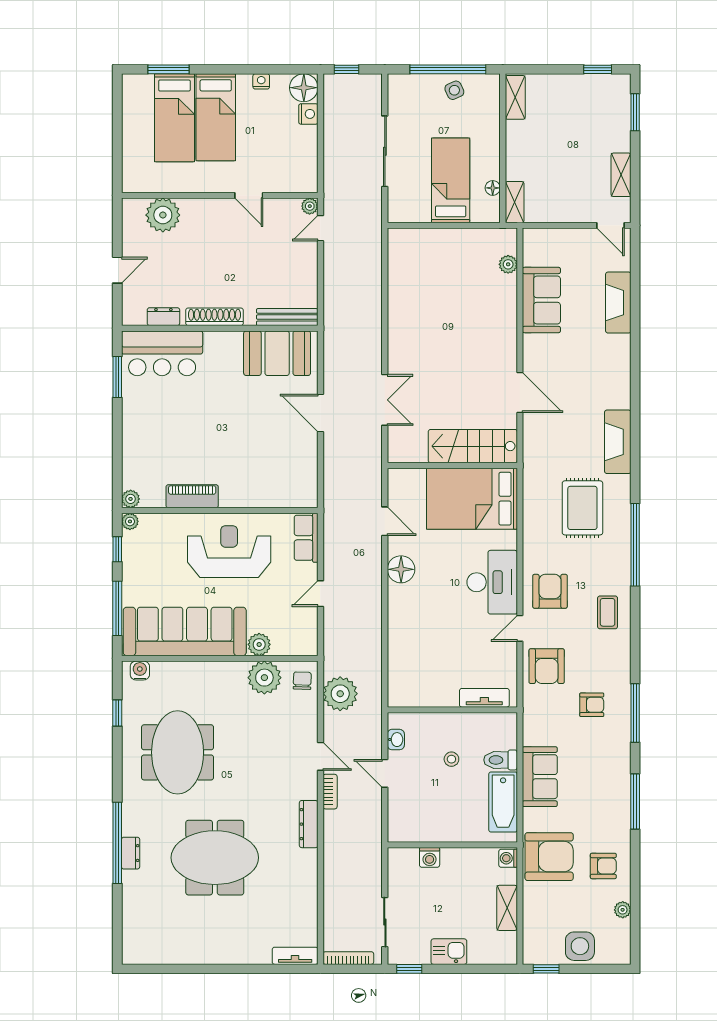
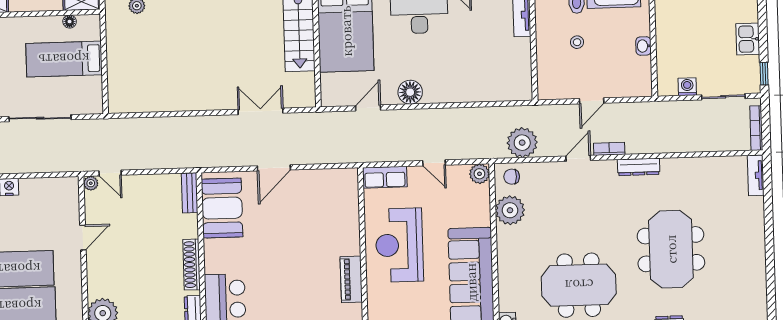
bench: (287, 317) -> (190, 193), width x0.73
plant: (259, 644) -> (479, 174), moved
washbasin: (396, 740) -> (643, 46), moved, turned -90
washing machine: (430, 857) -> (687, 87), moved, turned -90

